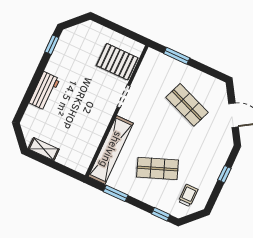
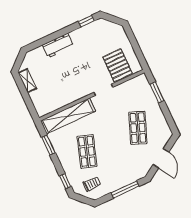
shop shelf: (158, 168) -> (87, 151), turned 39
window: (224, 174) -> (125, 189), width x2.17

